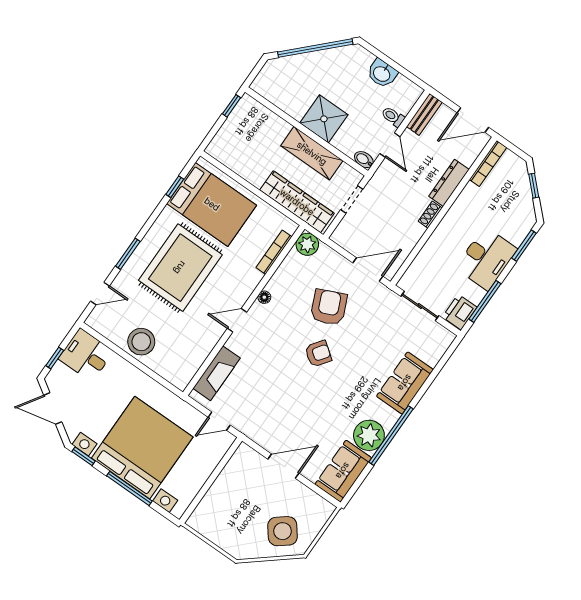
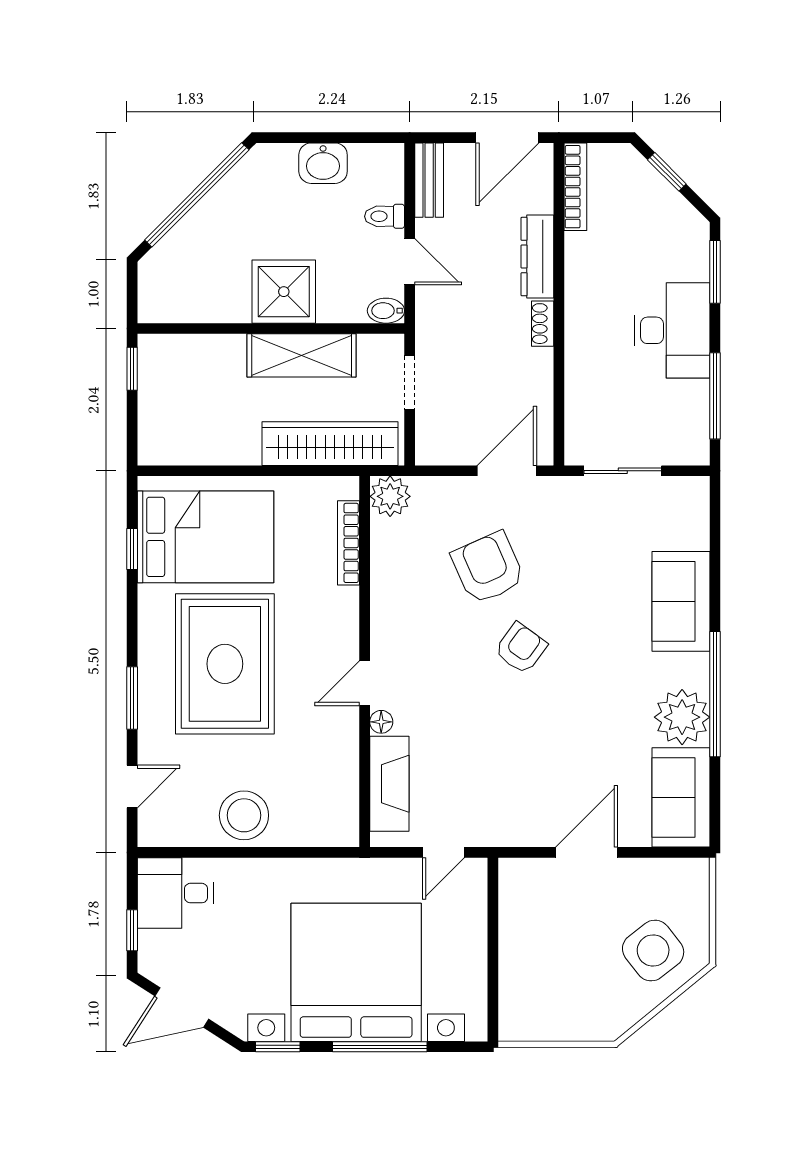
floor lamp: (264, 297) -> (381, 722), moved
printer: (460, 312) -> (689, 438), removed

